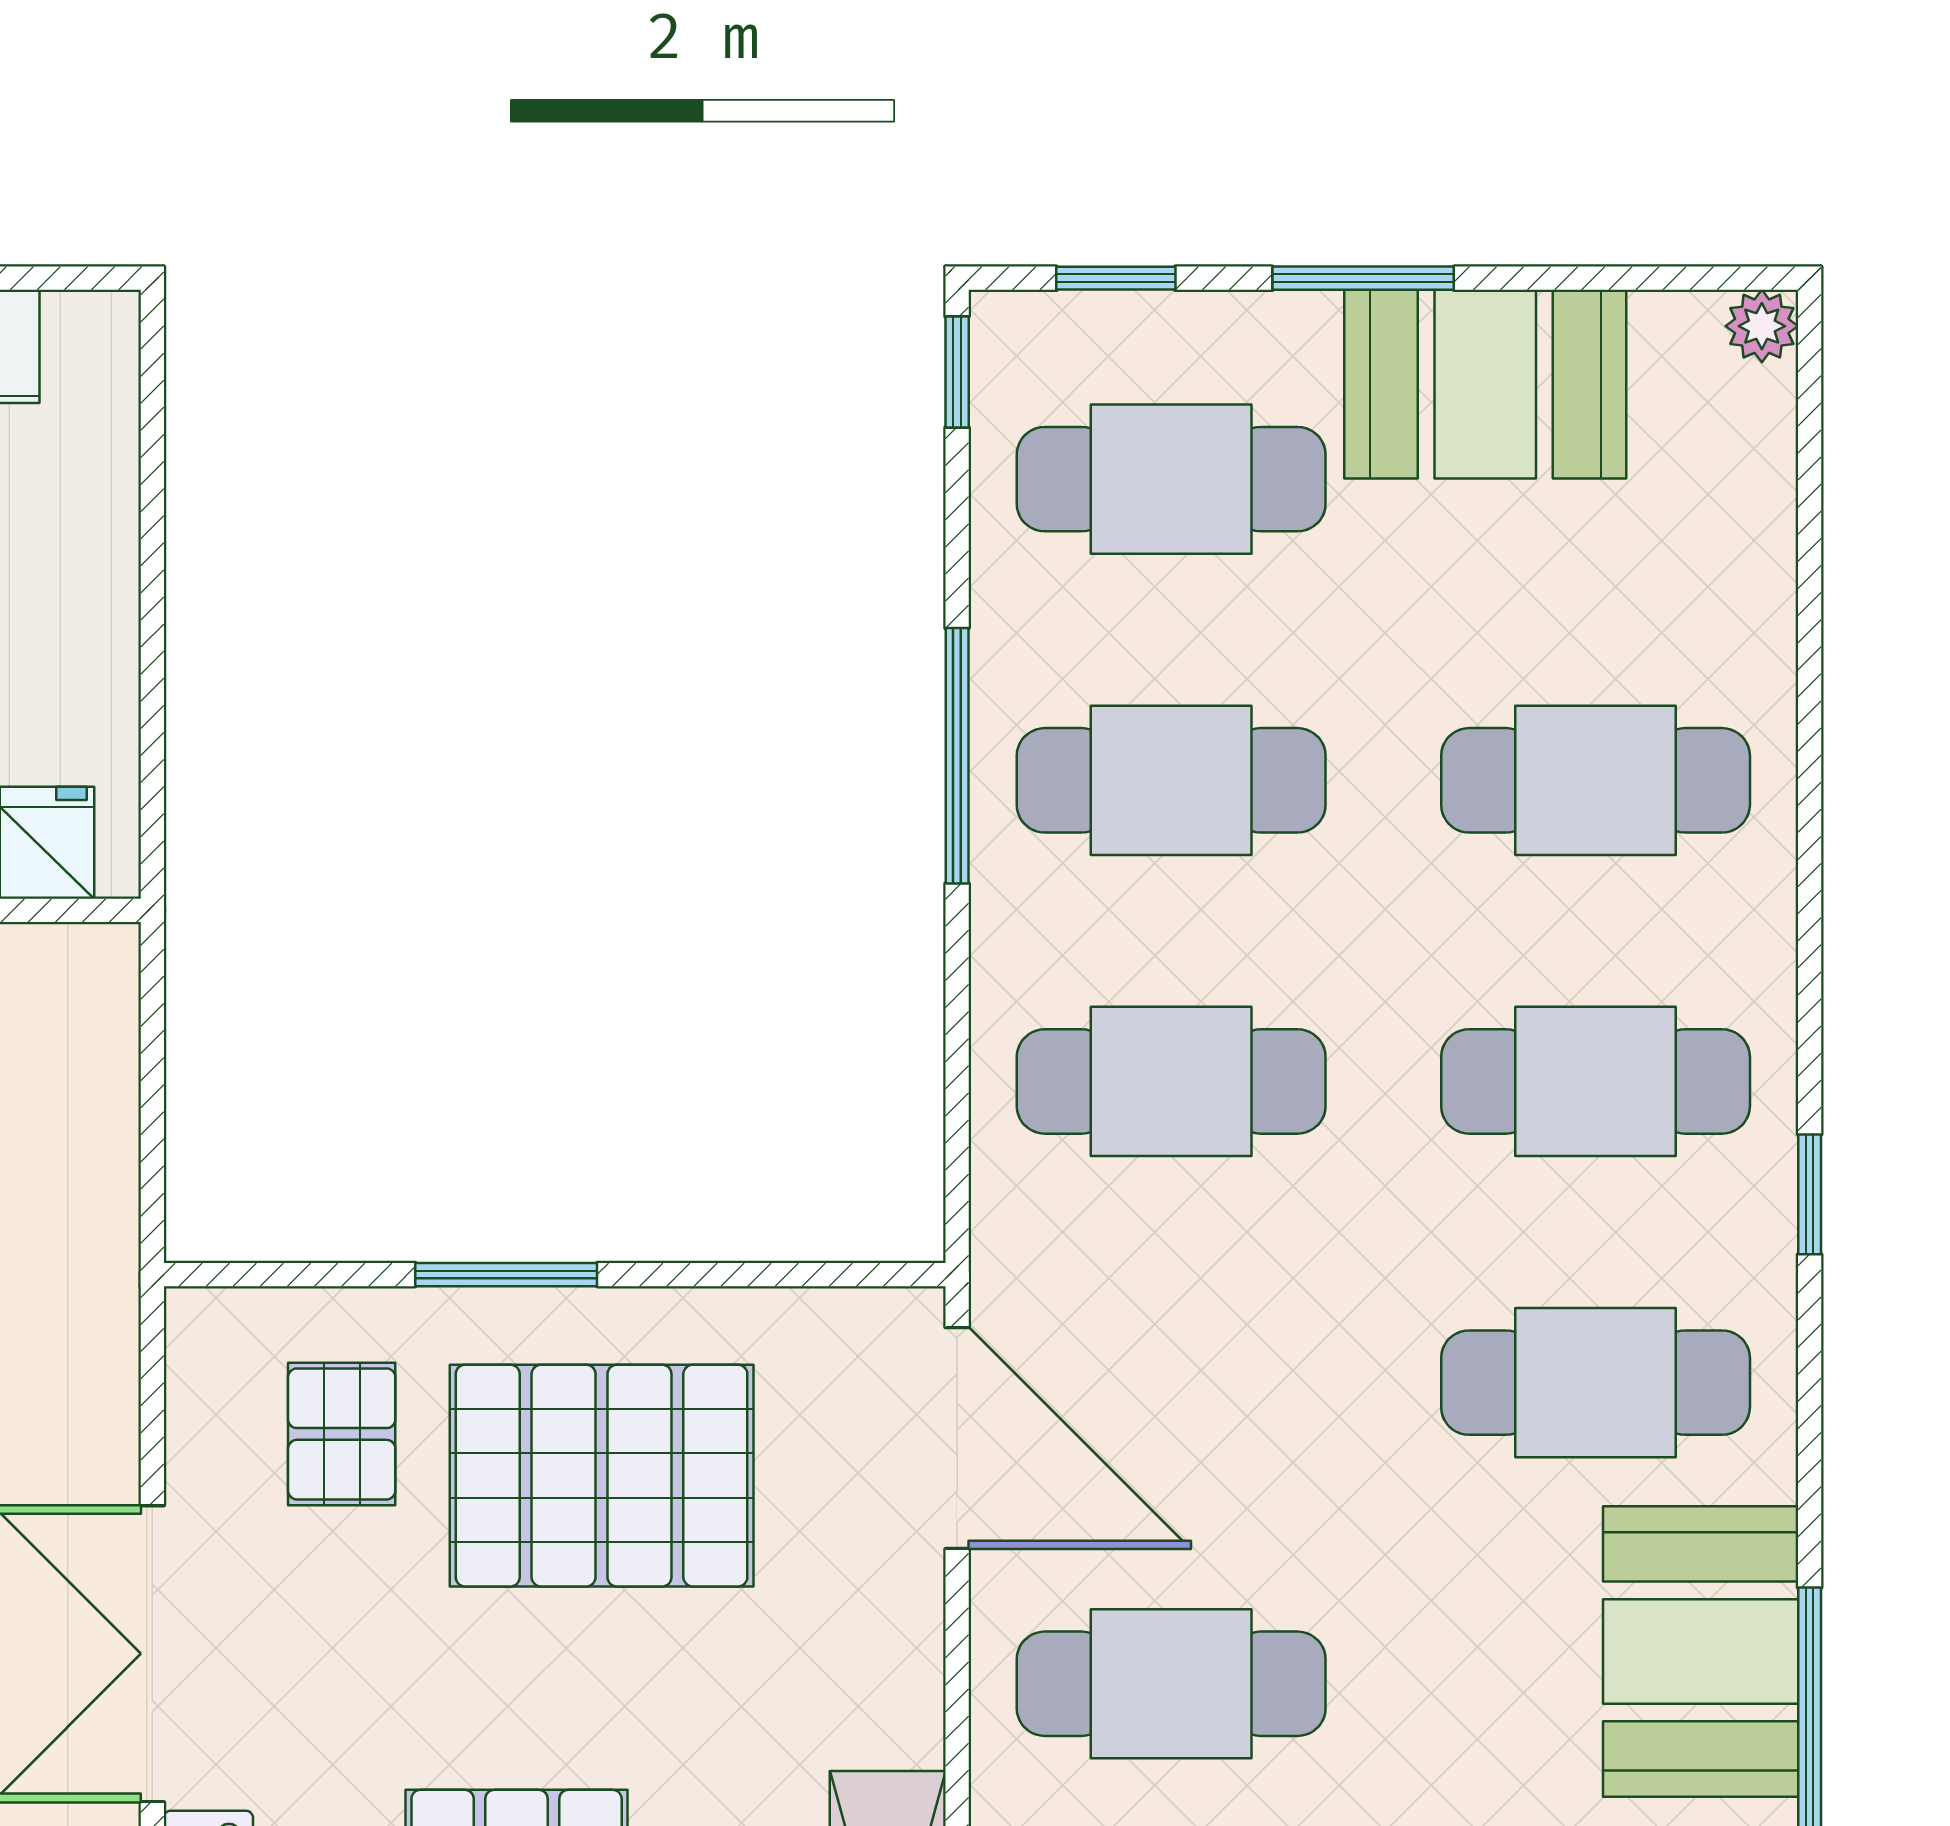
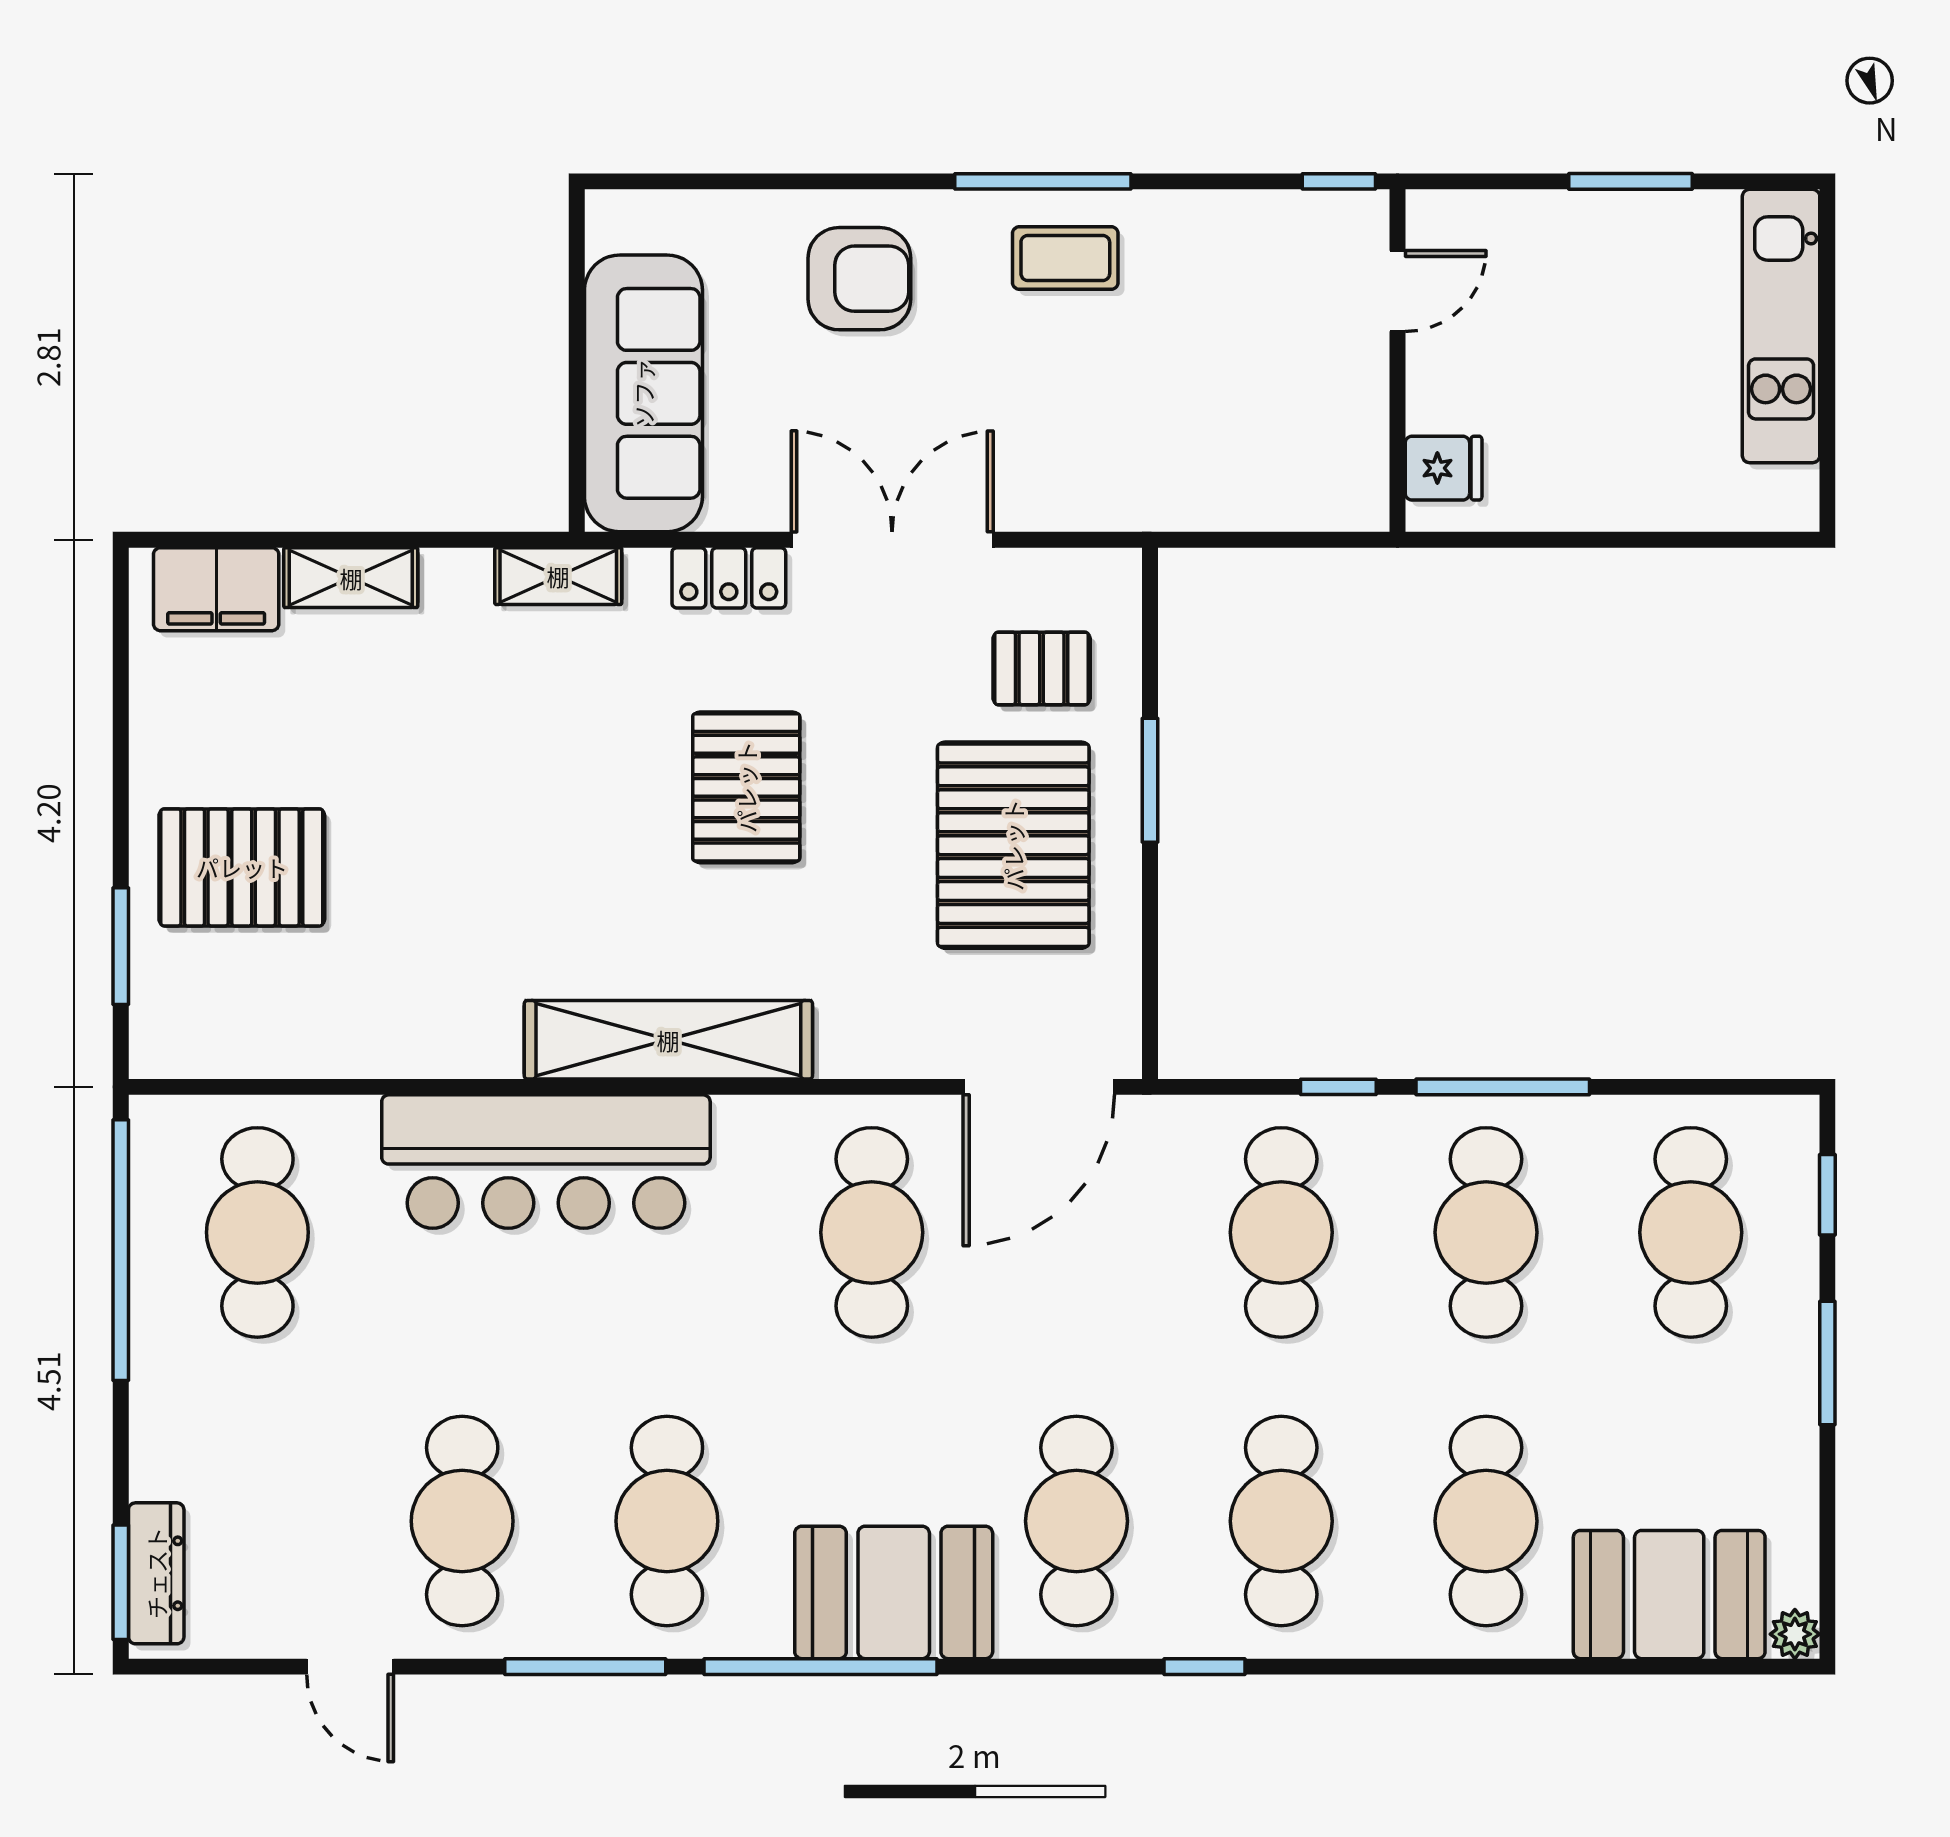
window: (957, 372) -> (1338, 1087), moved
booth: (1485, 384) -> (1669, 1595), moved, turned 90

